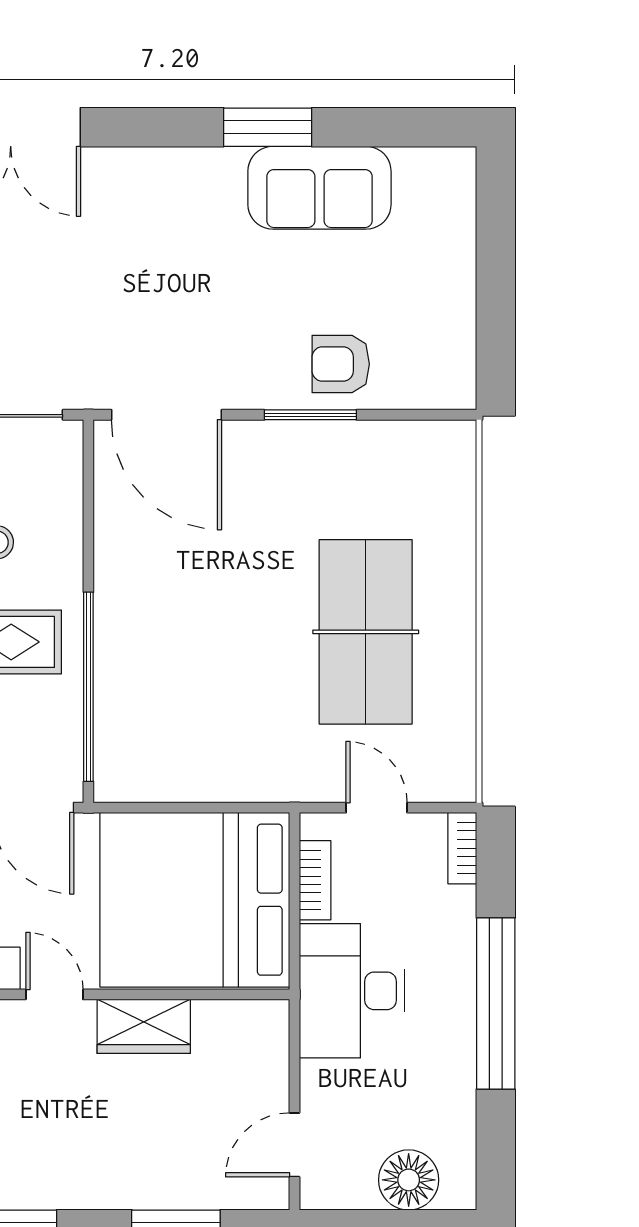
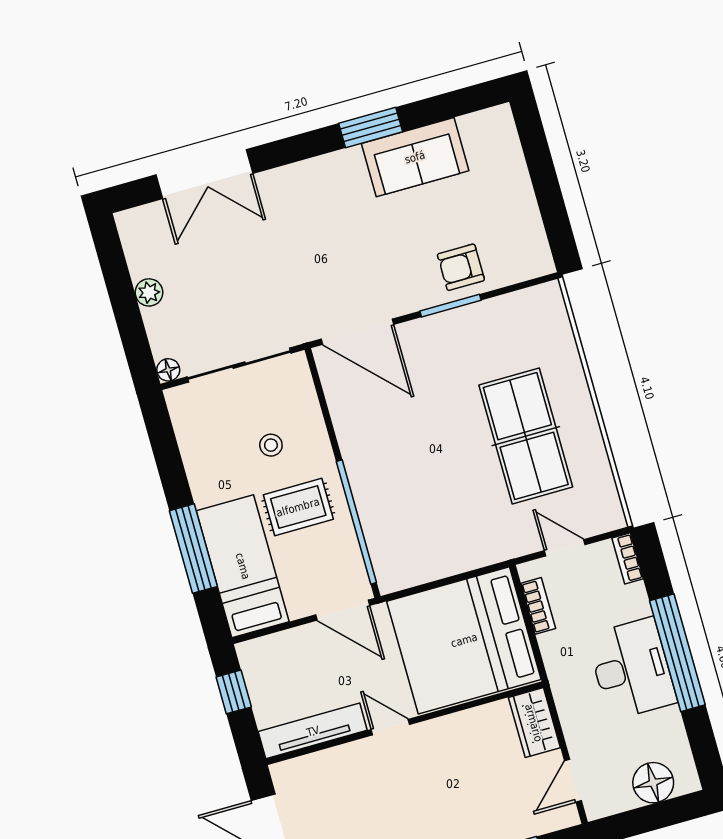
desk: (352, 991) -> (632, 669), moved, turned 180
wardrobe: (144, 1026) -> (534, 723), moved, turned 90

